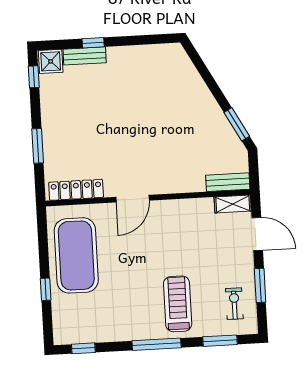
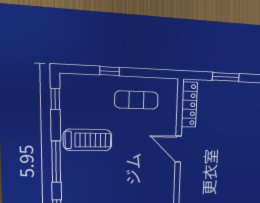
exercise mat: (76, 255) -> (136, 100), width x0.50, depth x0.69
treadmill: (178, 304) -> (88, 140), moved

